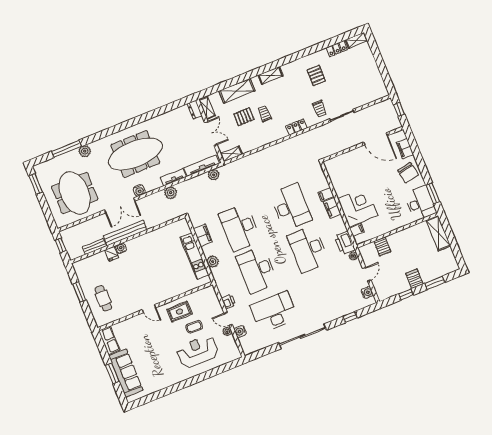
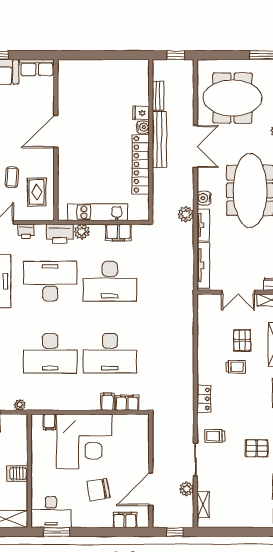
shelving: (231, 154) -> (203, 505), moved
chair: (408, 173) -> (98, 490), moved
plant: (214, 175) -> (187, 489), moved
water cooler: (139, 190) -> (204, 198), moved
double door: (120, 205) -> (195, 147), swing flipped
corner desk: (358, 207) -> (84, 441), width x1.36, depth x1.36
filing cabinet: (332, 208) -> (127, 403), moved
desk: (240, 227) -> (110, 281), turned 180
locker: (148, 239) -> (141, 164), added
printer: (345, 243) -> (60, 234), moved, turned 180
server rack: (382, 246) -> (17, 473), moved
desk: (308, 249) -> (50, 353), turned 180
window: (79, 292) -> (110, 55), removed
cafe table: (103, 298) -> (91, 81), removed
door: (149, 309) -> (56, 132), width x1.87
rug: (179, 312) -> (37, 192), moved

